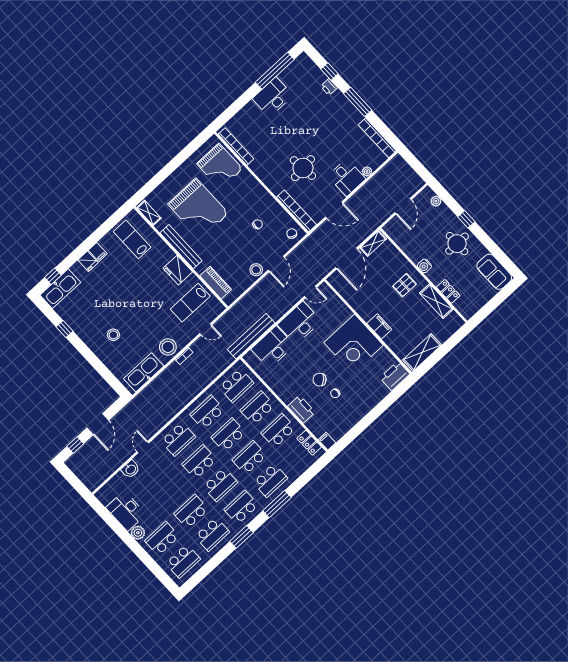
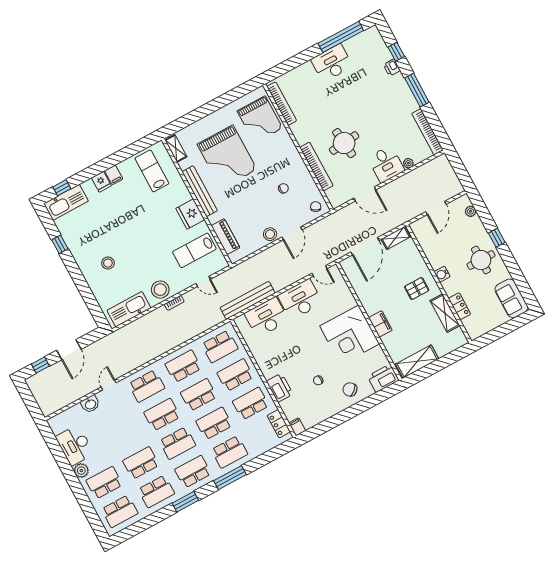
bookcase: (297, 211) -> (316, 166), moved
chair: (320, 380) -> (350, 389), moved

